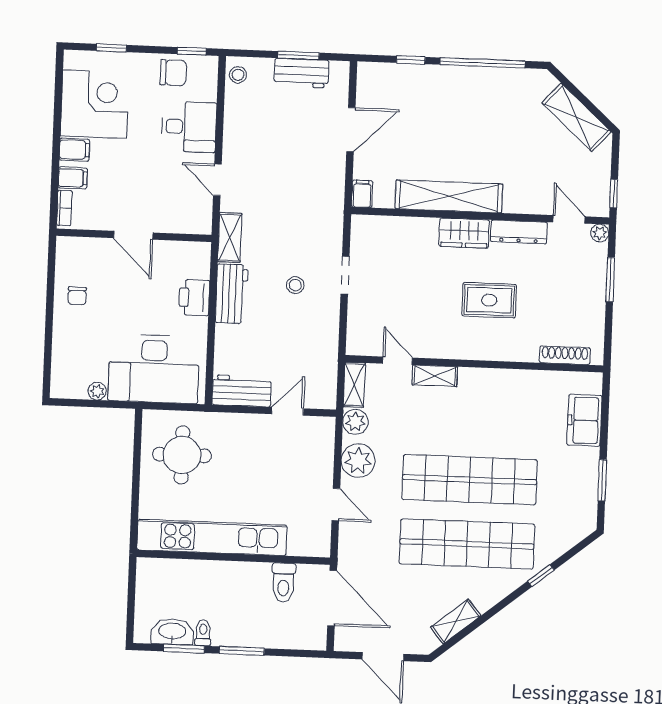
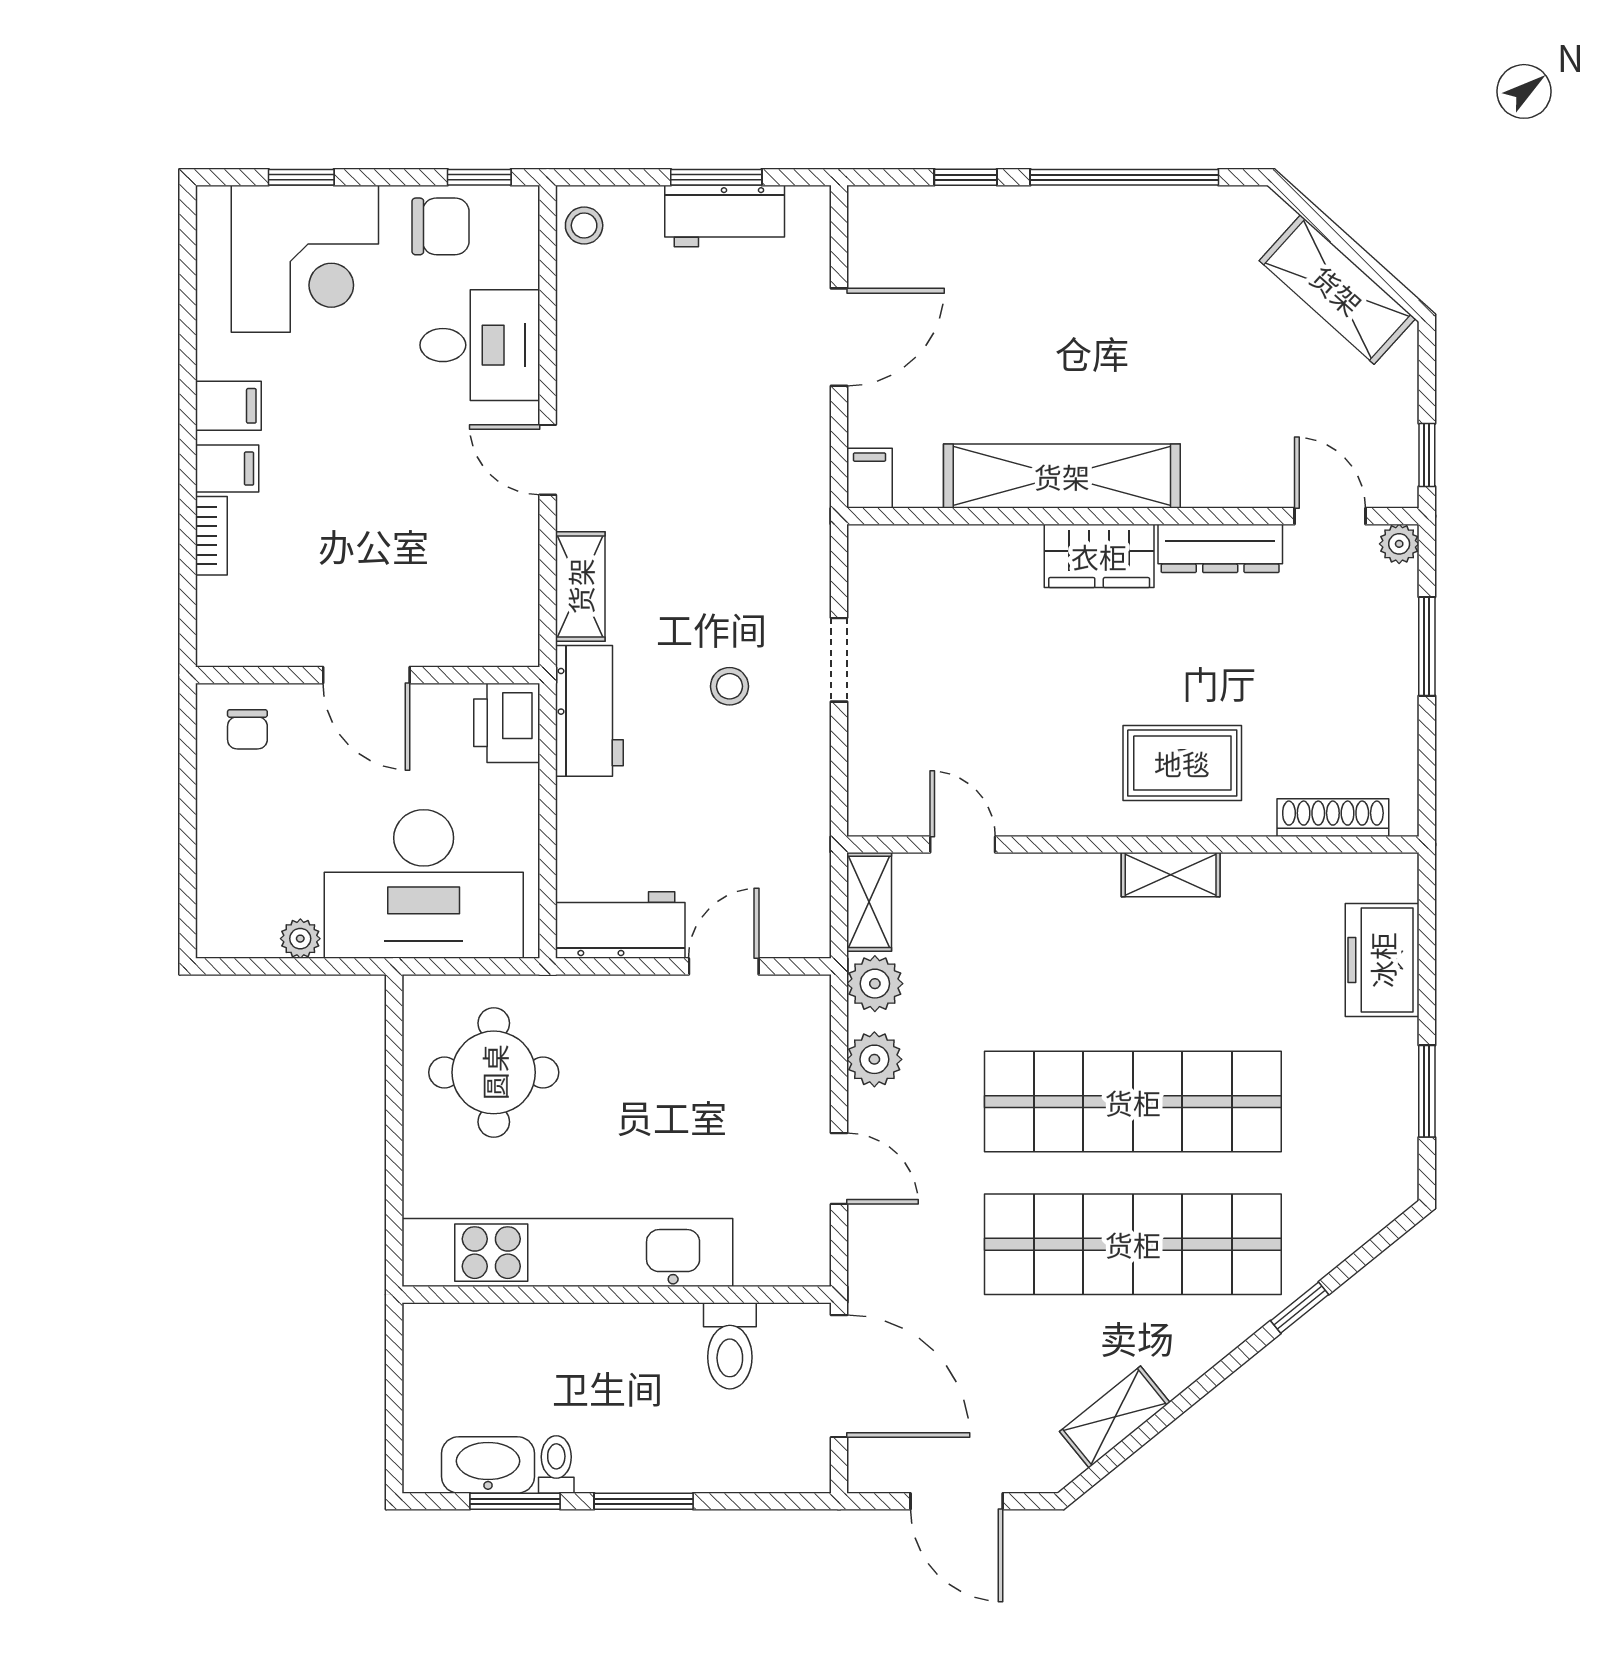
corner desk: (95, 104) -> (305, 259), moved, turned 90
door: (133, 235) -> (366, 675), moved
wall: (134, 235) -> (368, 675), moved
rug: (489, 300) -> (1182, 763), moved
shelving: (435, 376) -> (1171, 875), moved
plant: (358, 461) -> (874, 1059), width x0.73, depth x0.73

